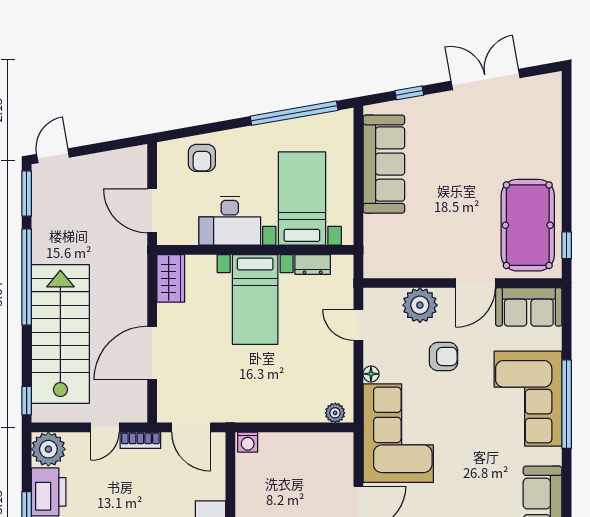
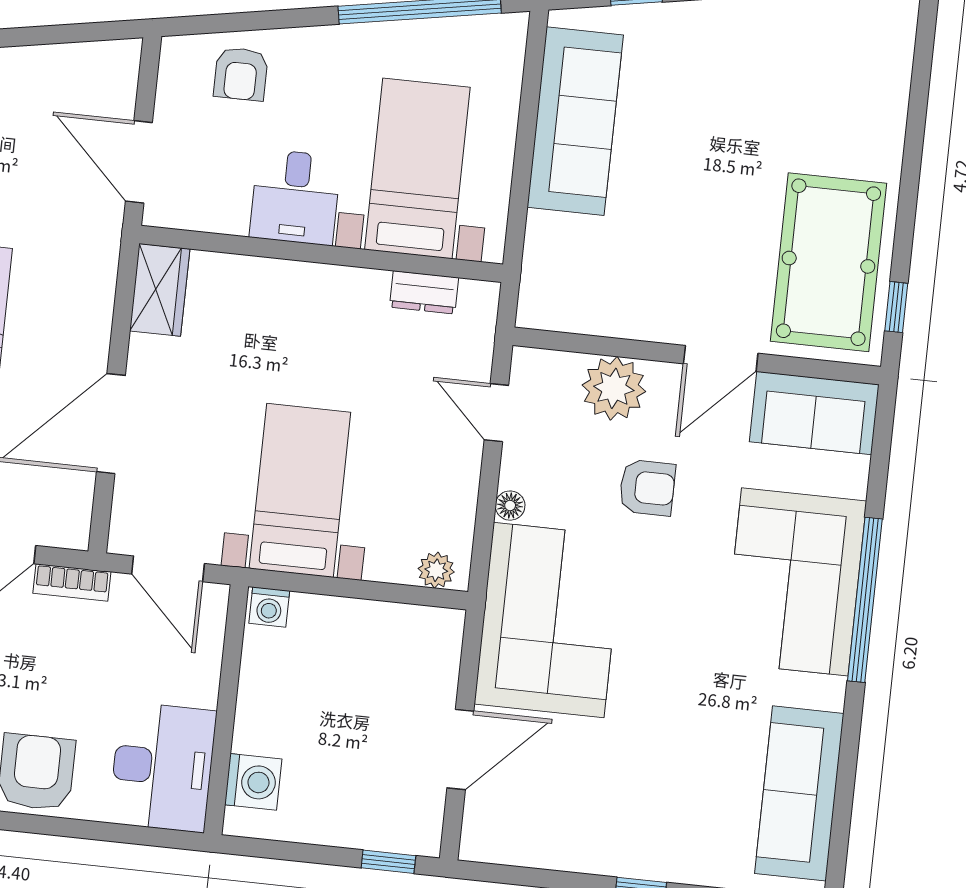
desk: (230, 221) -> (295, 197), width x0.73
bed with nightstands: (255, 299) -> (300, 490), moved, turned 180

